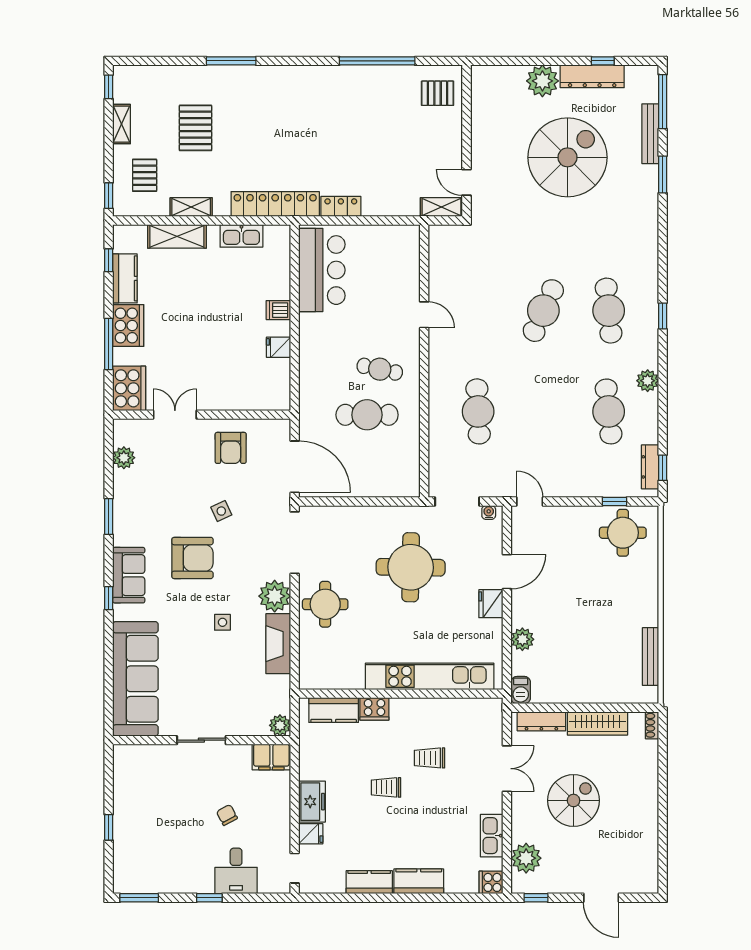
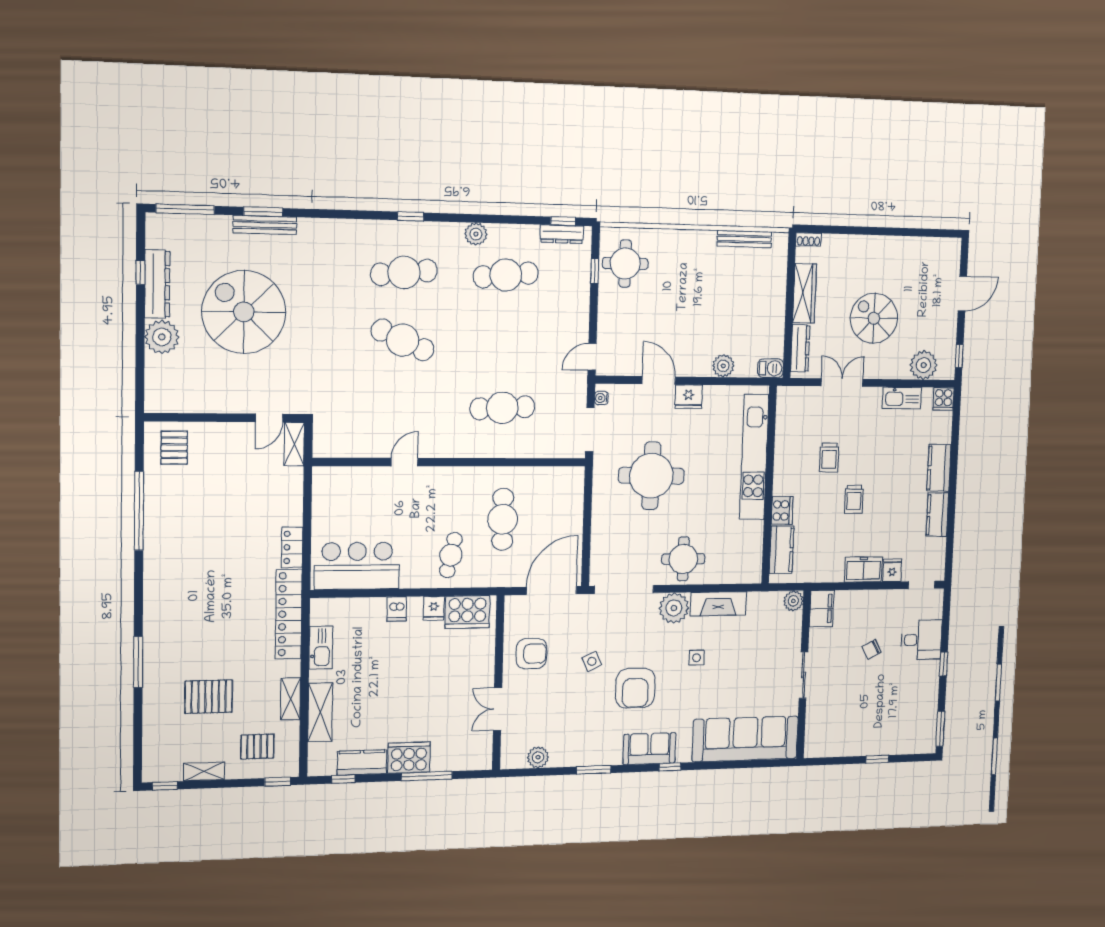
bench: (650, 134) -> (265, 225), moved
cafe table: (380, 369) -> (451, 555), moved
cooker: (129, 388) -> (467, 612), moved, turned 180
armchair: (192, 558) -> (635, 688), turned 180

